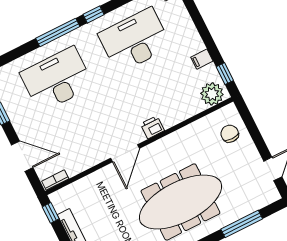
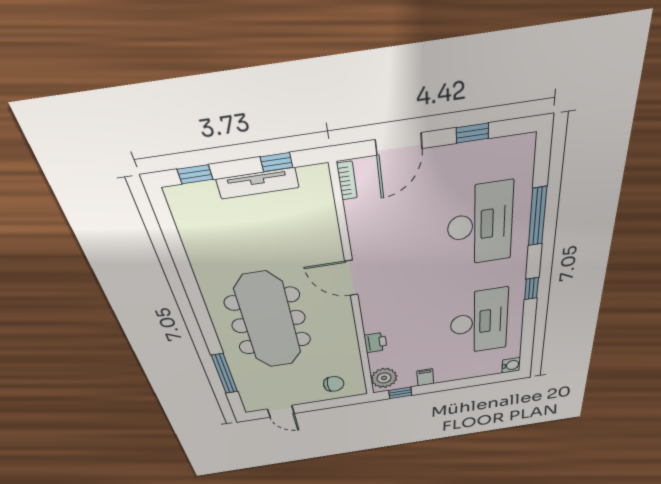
window: (58, 32) -> (537, 217), moved
printer: (152, 127) -> (375, 342), moved
window: (51, 213) -> (276, 162), moved

